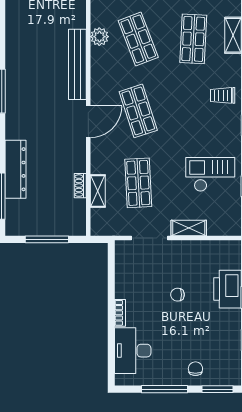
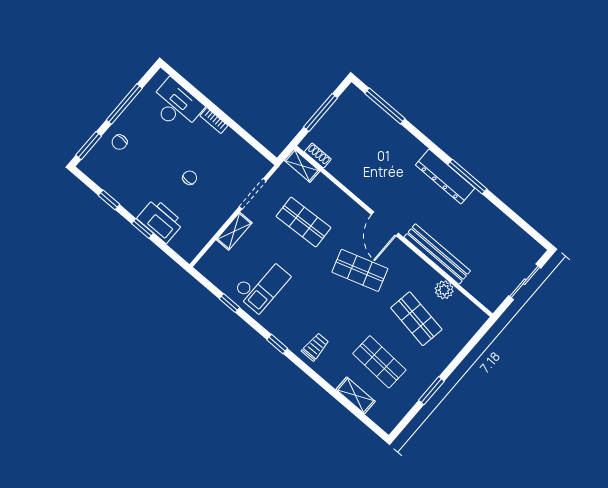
shop shelf: (138, 39) -> (416, 319), turned 30
dresser: (15, 169) -> (445, 176), moved
shoe rack: (80, 186) -> (318, 155), moved
shelving: (98, 191) -> (302, 166), moved
chair: (195, 369) -> (120, 142), turned 90

